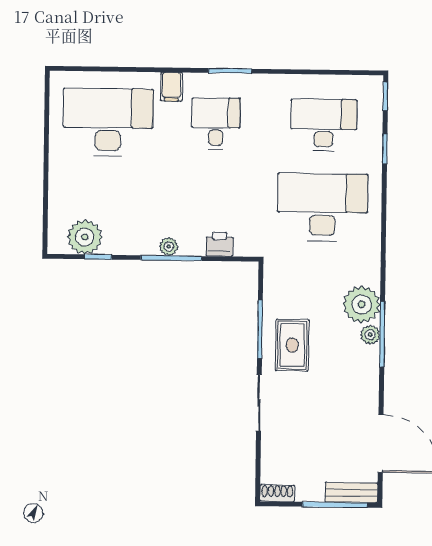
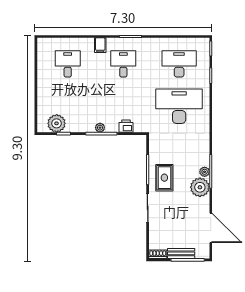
desk: (108, 122) -> (68, 64), width x0.53, depth x0.77
plant: (362, 304) -> (200, 187), moved
bench: (351, 493) -> (181, 253), moved

